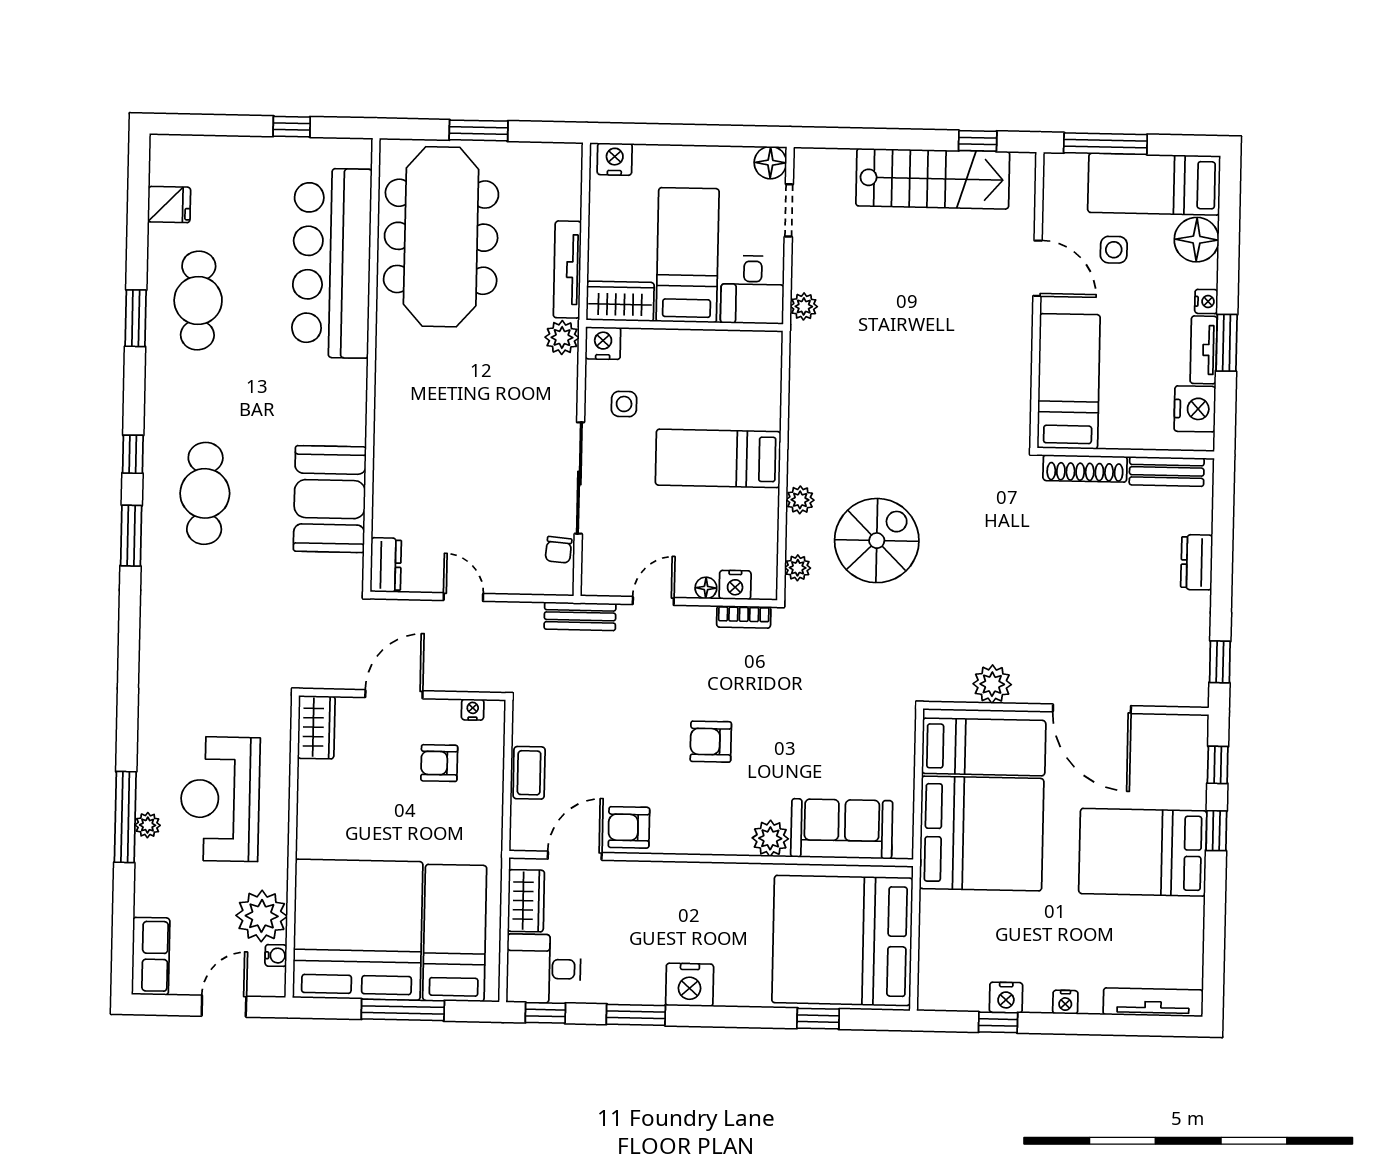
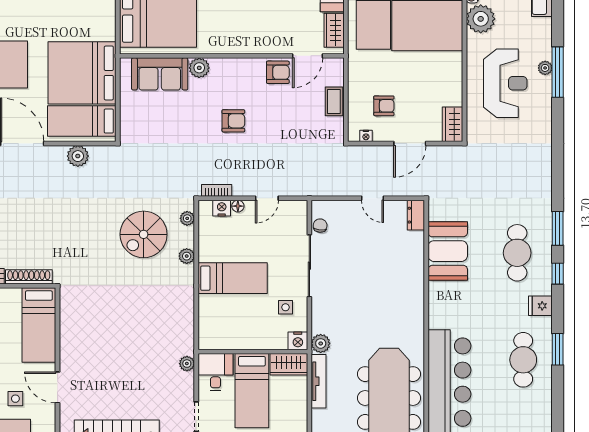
fridge: (169, 205) -> (540, 306), moved
bench: (580, 616) -> (307, 189), removed

